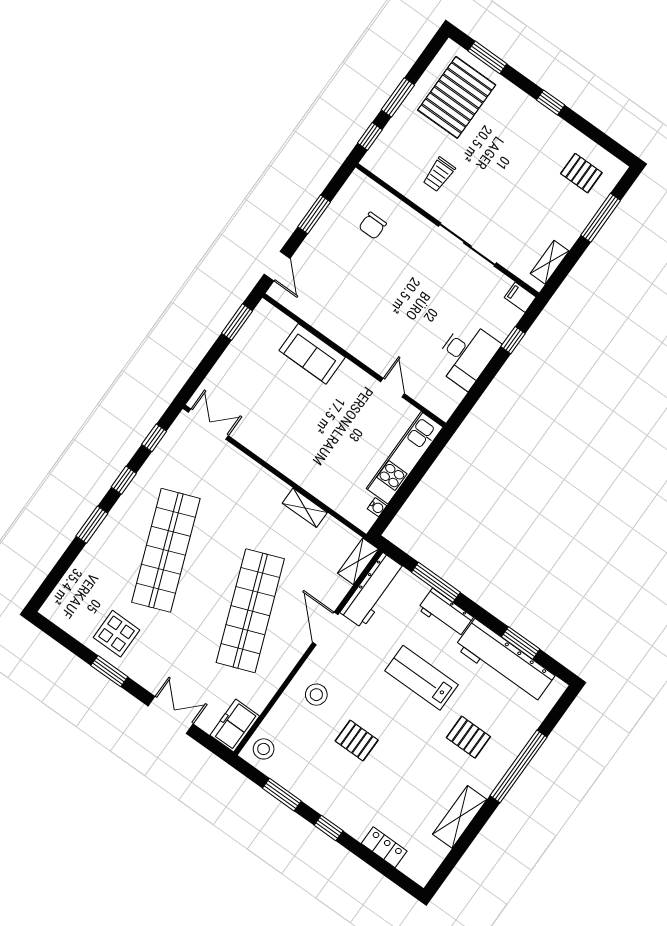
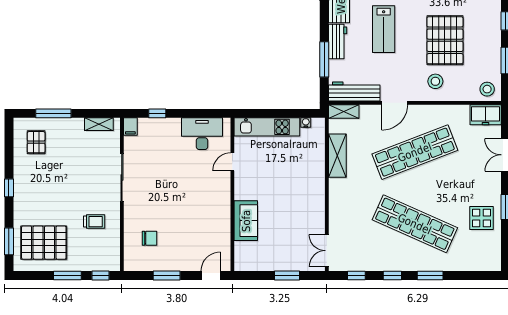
window: (237, 322) -> (287, 276), moved
desk: (466, 355) -> (202, 134), moved
shelving: (305, 508) -> (337, 156), width x1.50, depth x1.33
shop shelf: (166, 550) -> (415, 224), turned 45
pallet: (357, 741) -> (445, 40), width x2.05, depth x2.00

